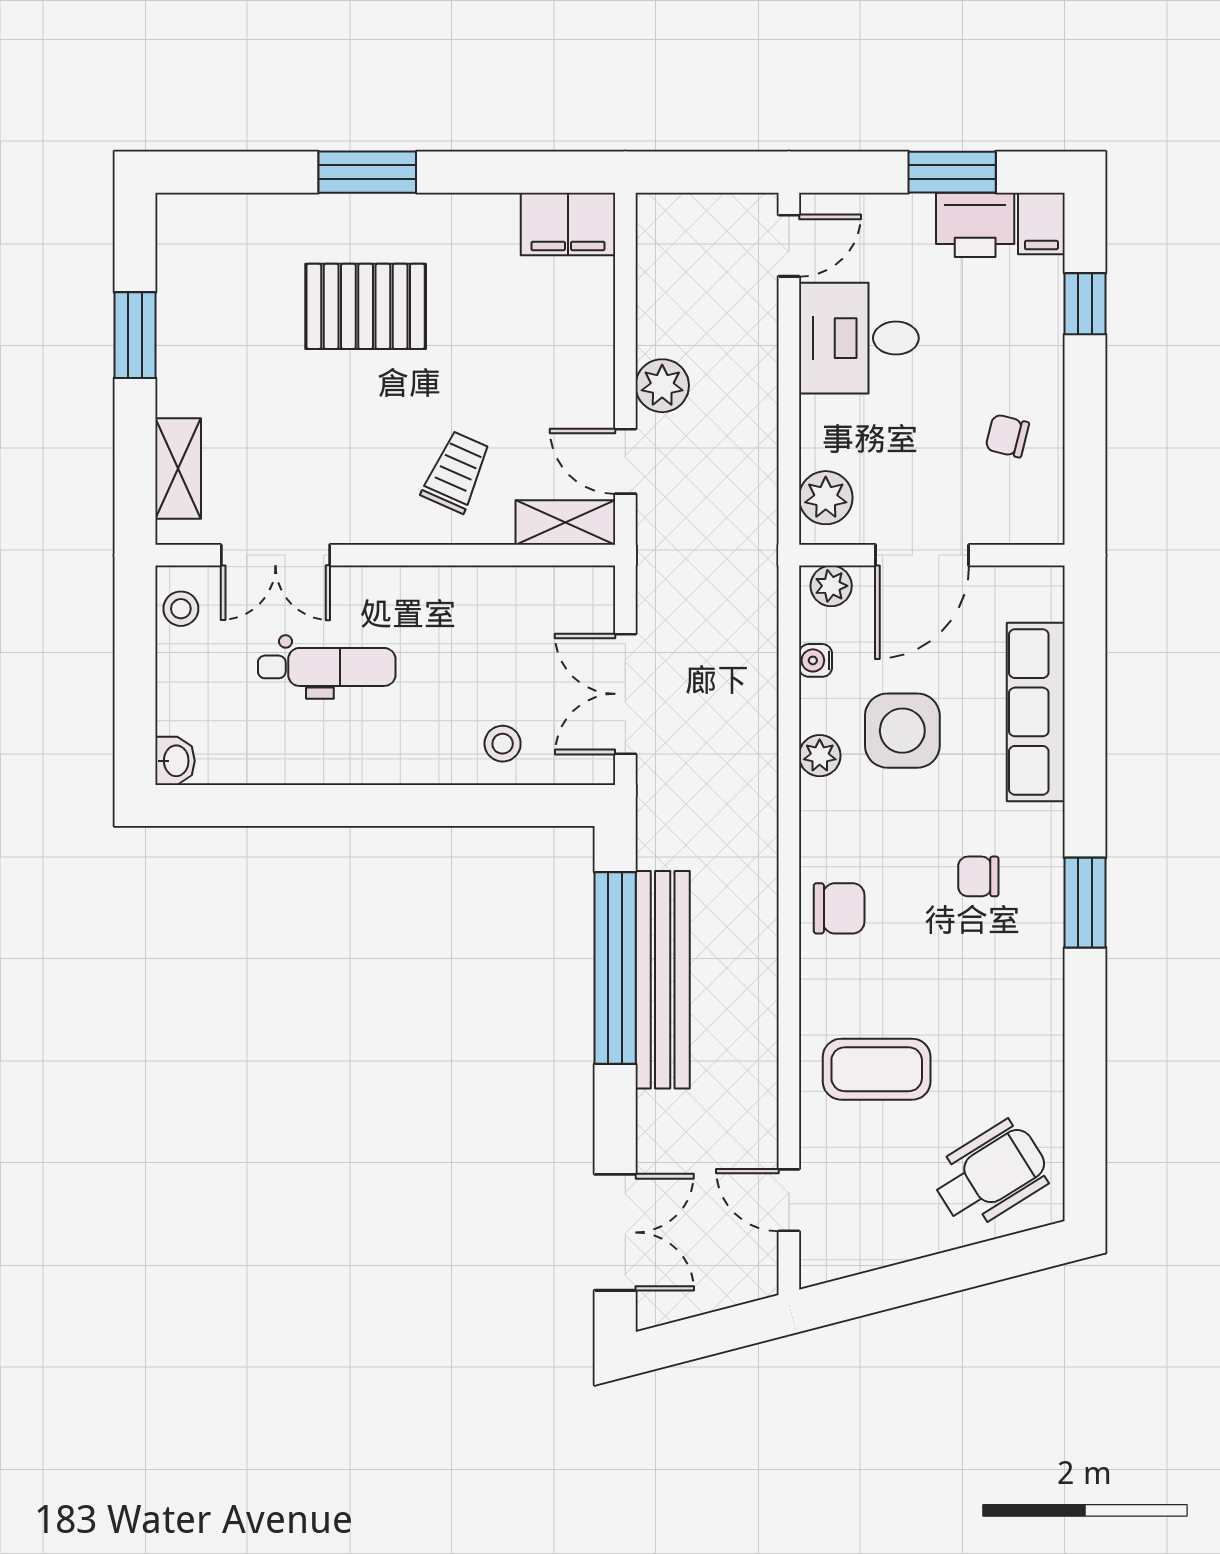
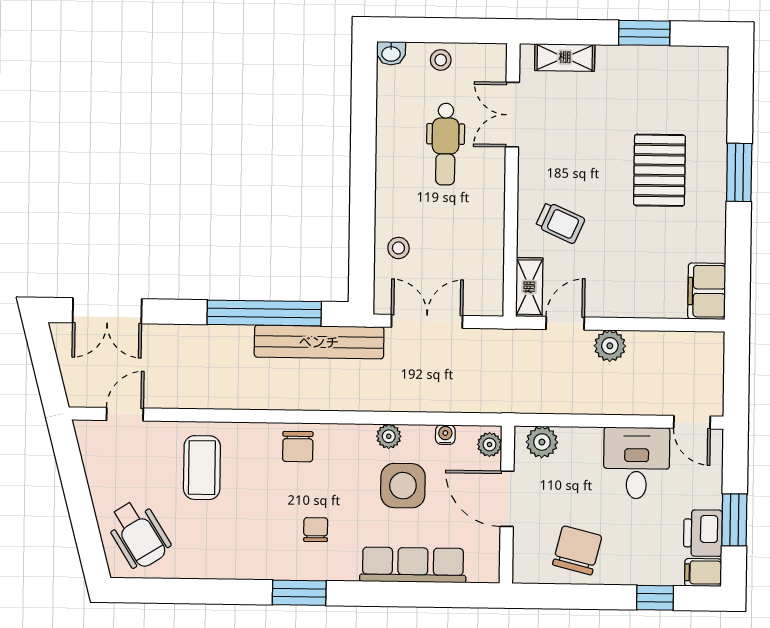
chair: (1007, 436) -> (577, 550), width x1.87, depth x1.87
stool: (181, 609) -> (441, 60), moved
bench: (663, 980) -> (319, 342), moved

